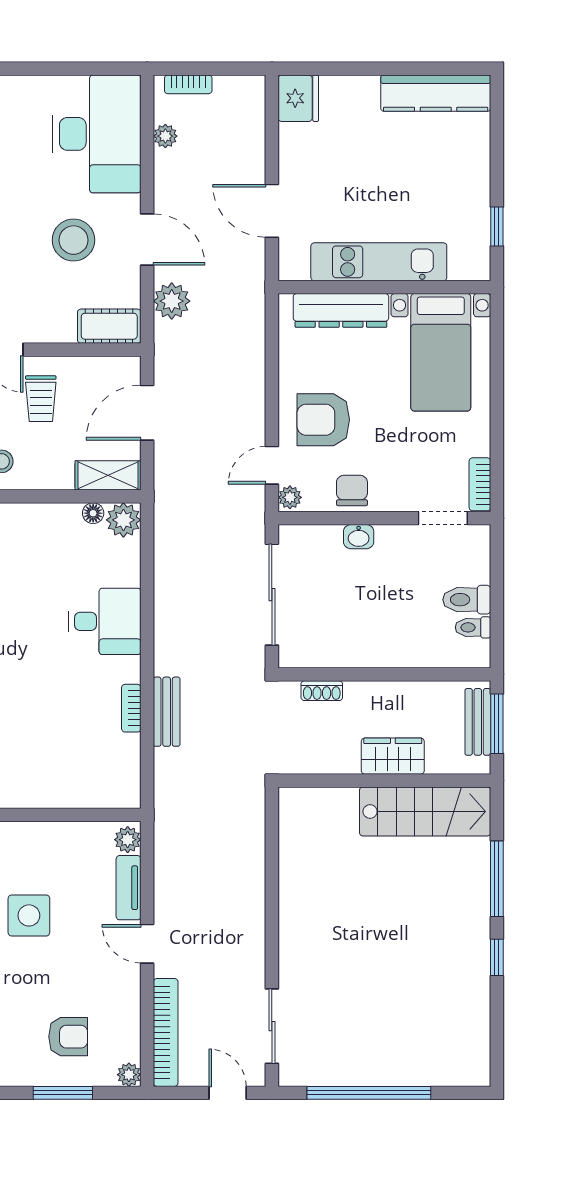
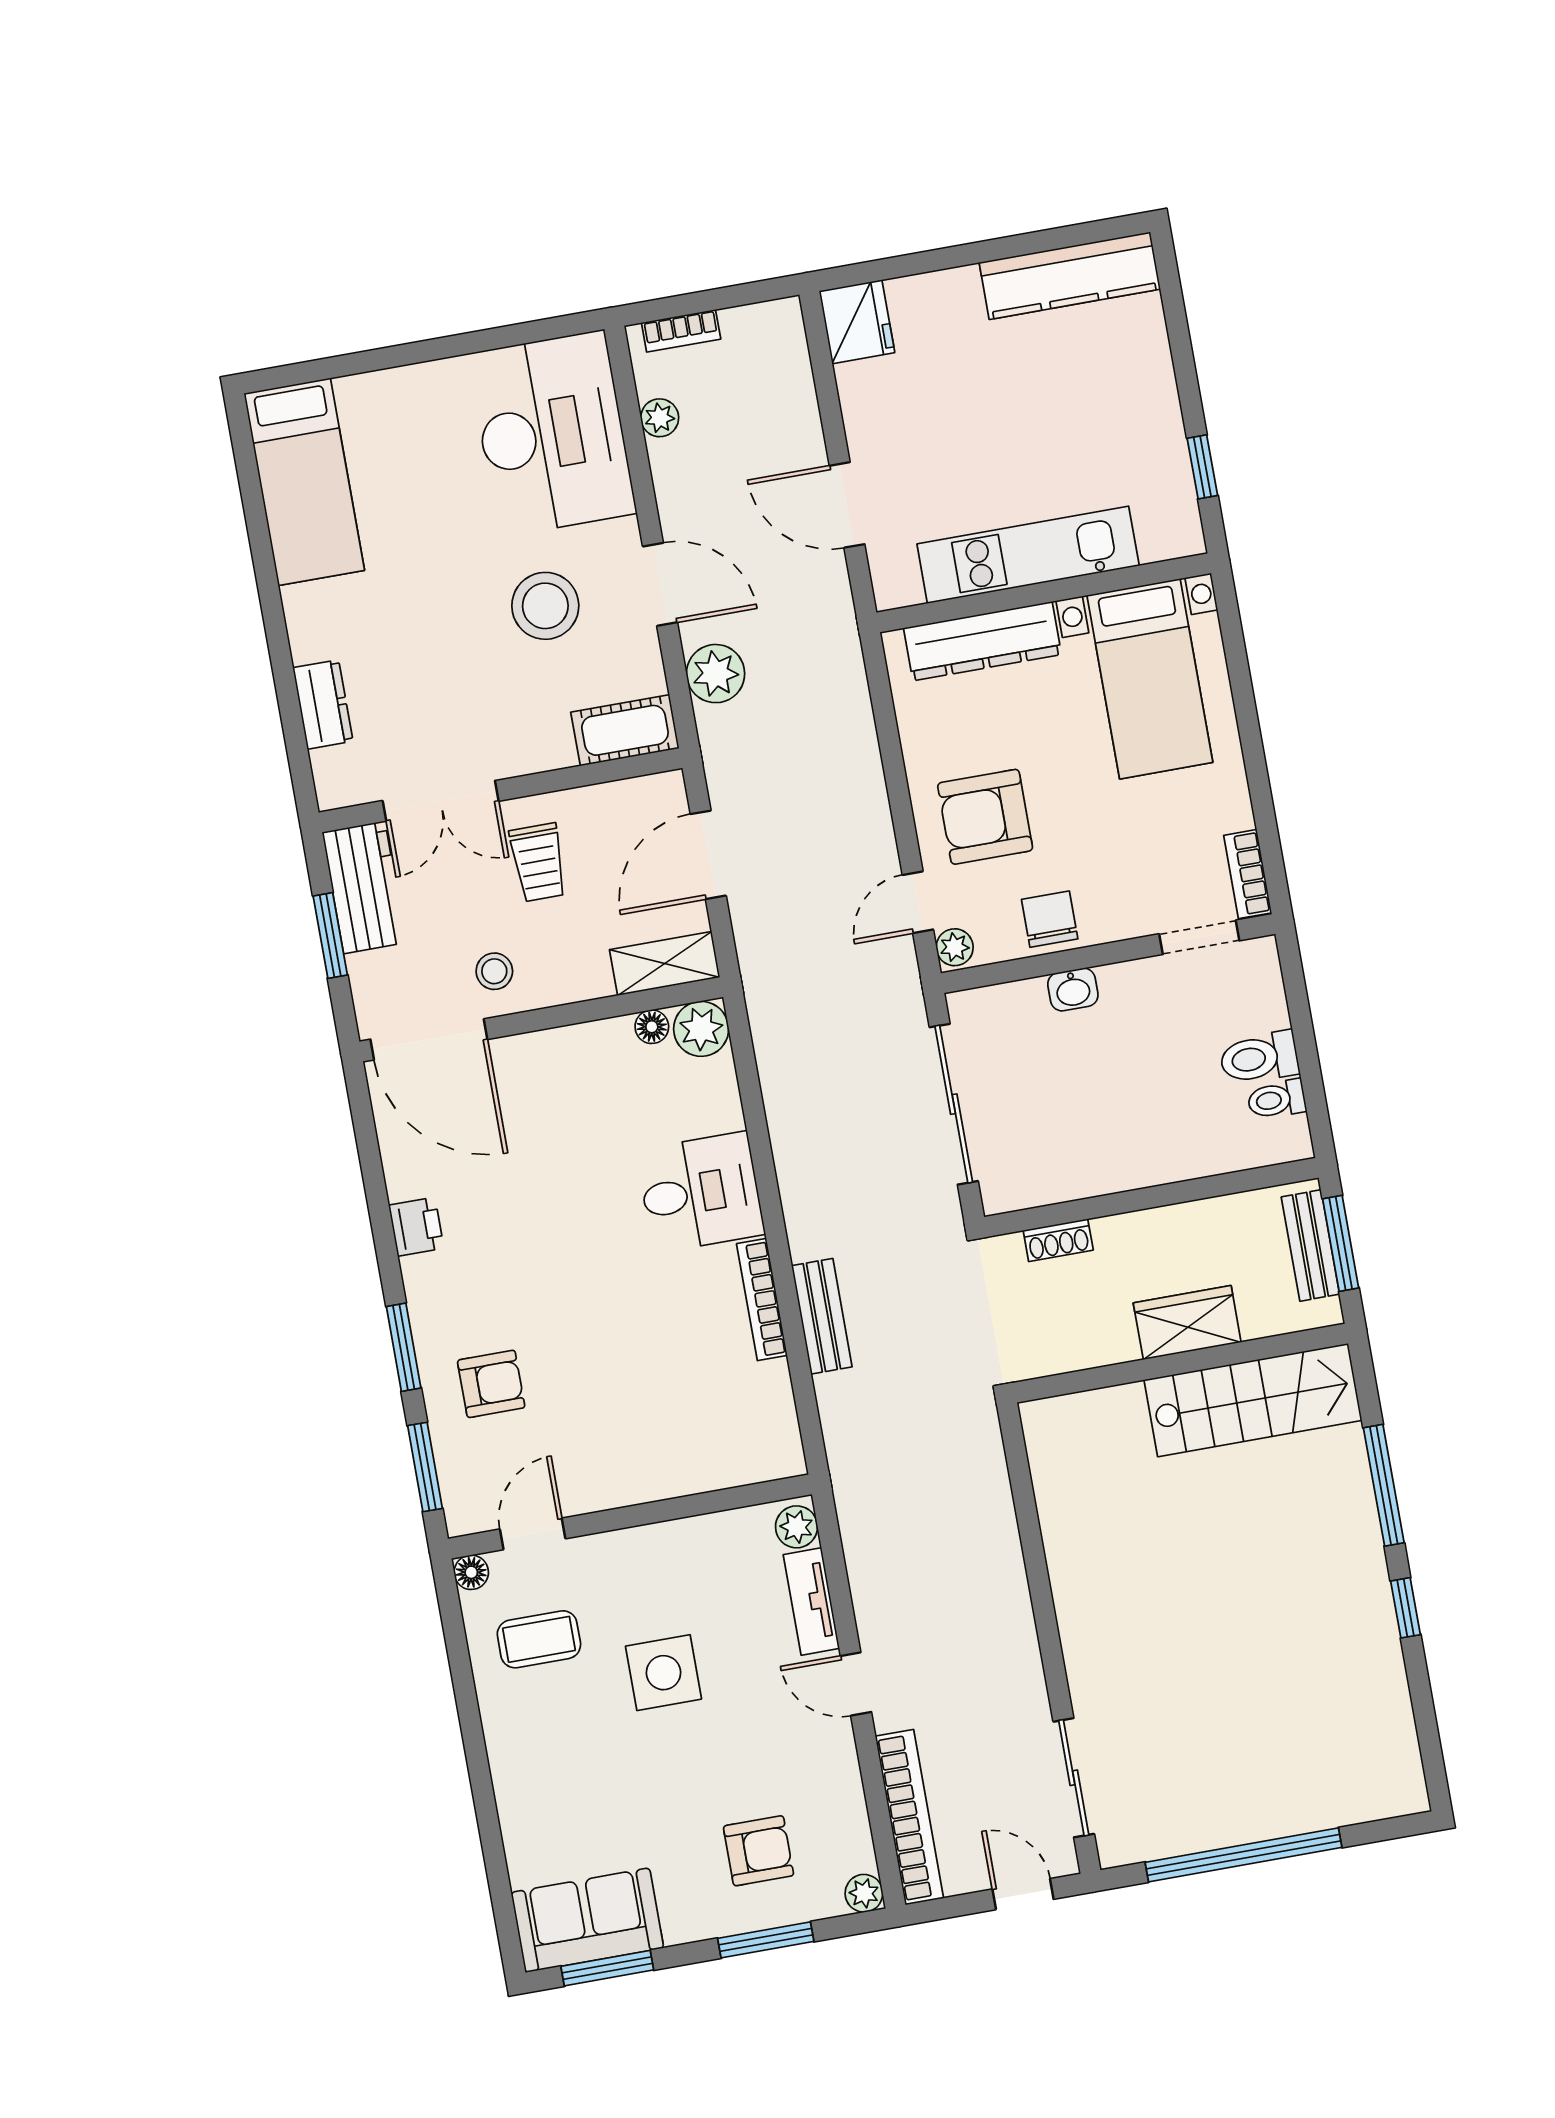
bookcase: (131, 708) -> (762, 1299), width x1.56

